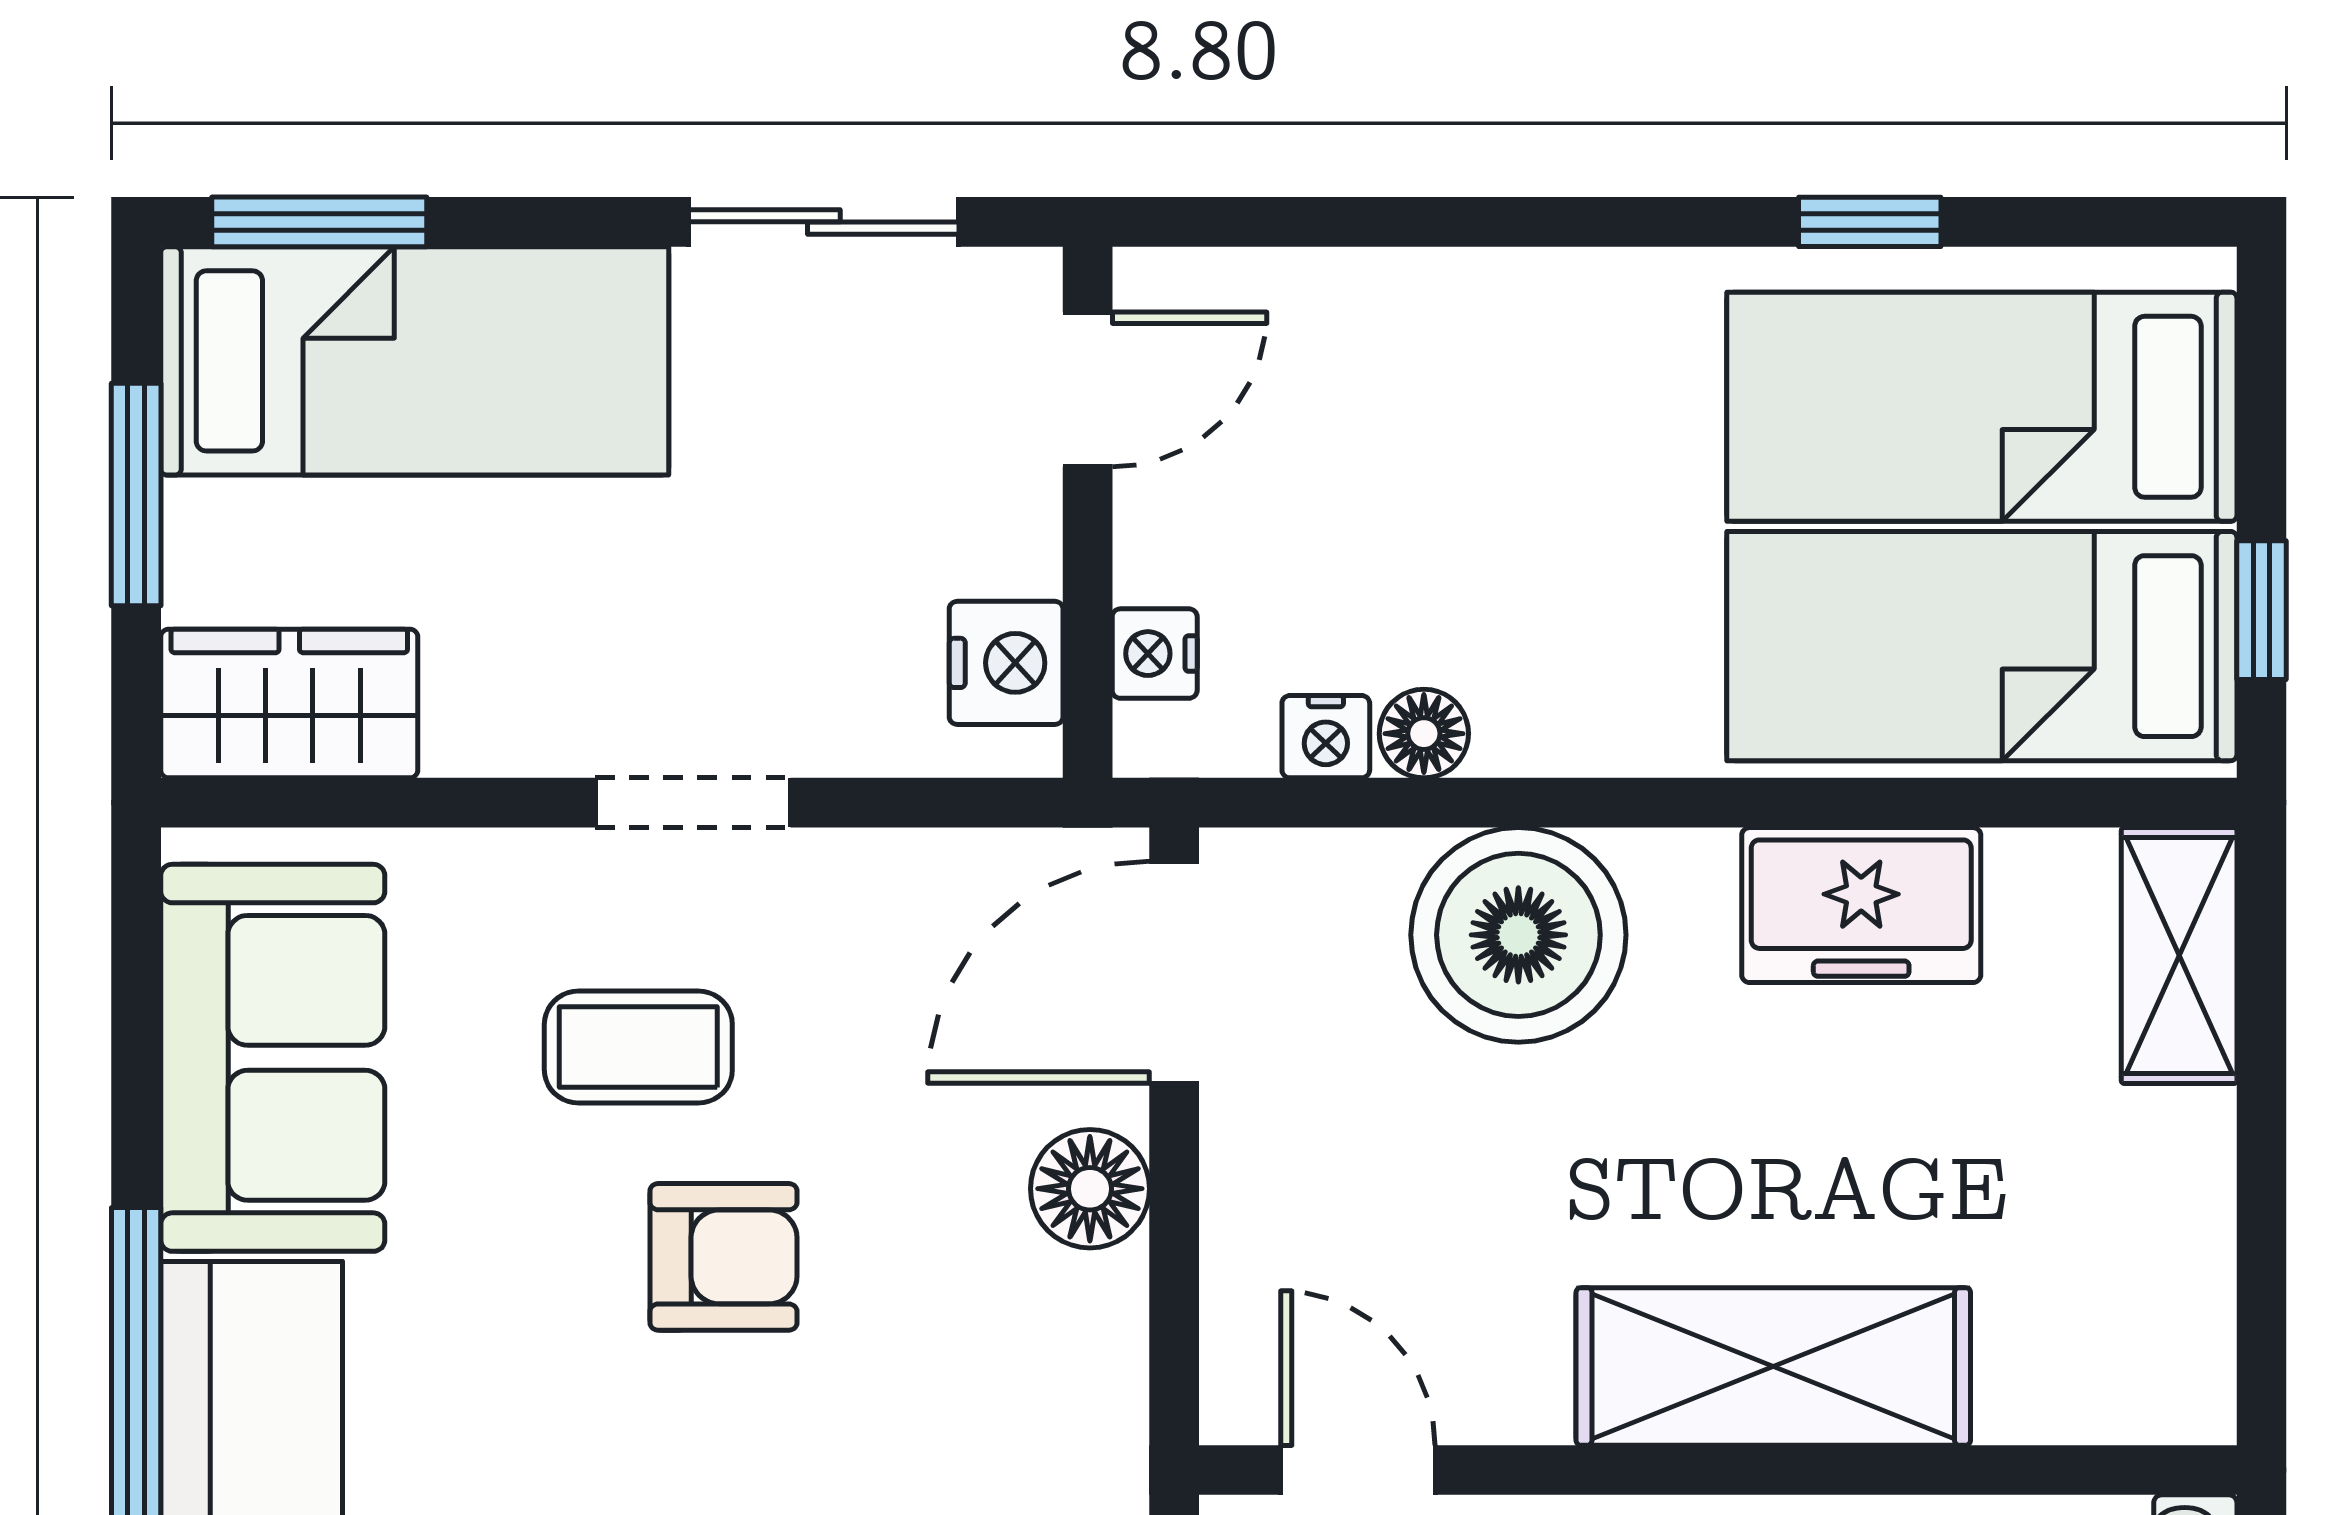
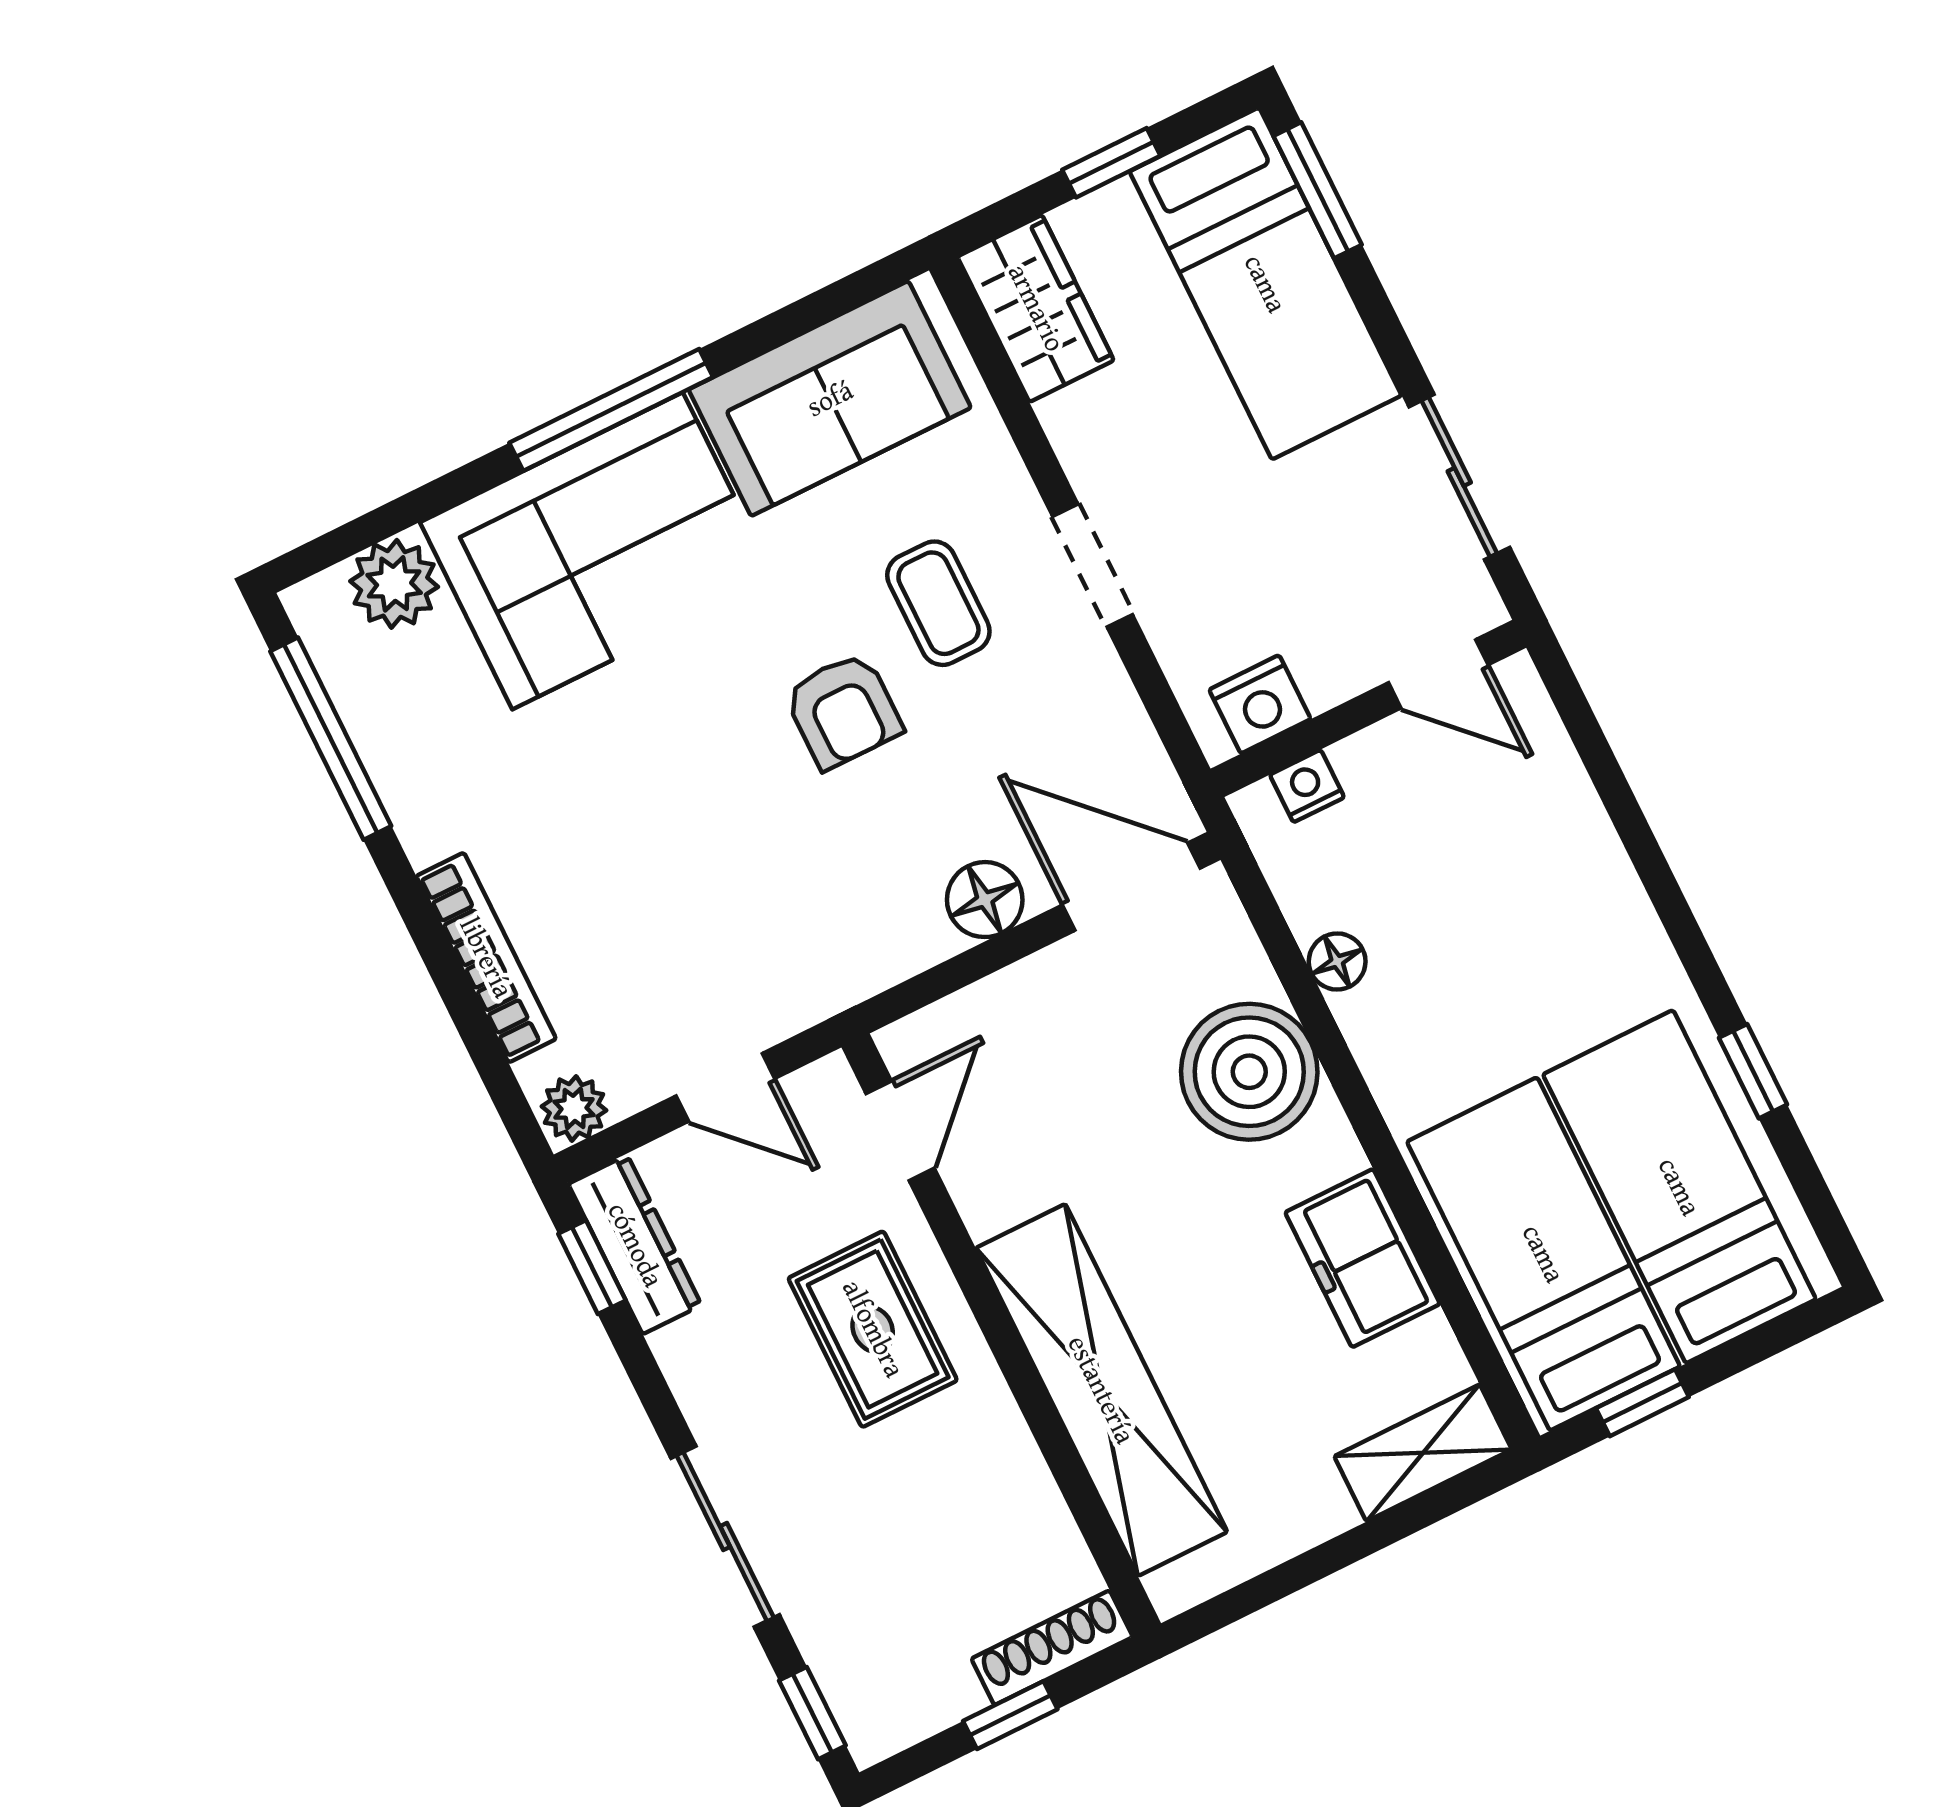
window: (136, 494) -> (1111, 163), width x0.67
nightstand: (1326, 737) -> (1308, 907), removed
shelving: (1773, 1366) -> (1101, 1390), width x1.47

